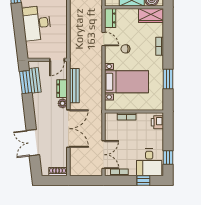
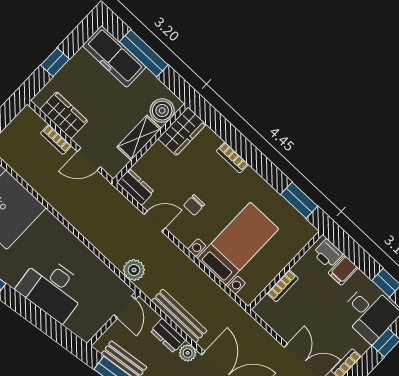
plant: (76, 49) -> (134, 270), added
window: (168, 79) -> (299, 200), moved
filing cabinet: (156, 135) -> (343, 270), added

